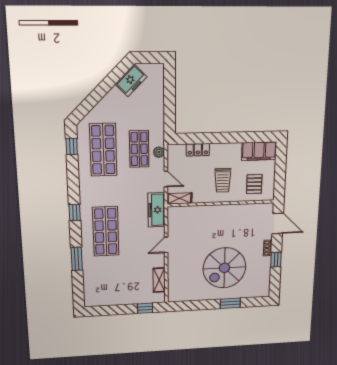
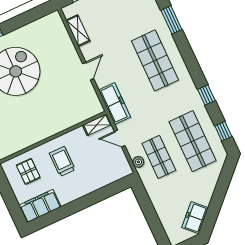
locker: (198, 150) -> (102, 181), removed
window: (75, 213) -> (206, 95), moved

